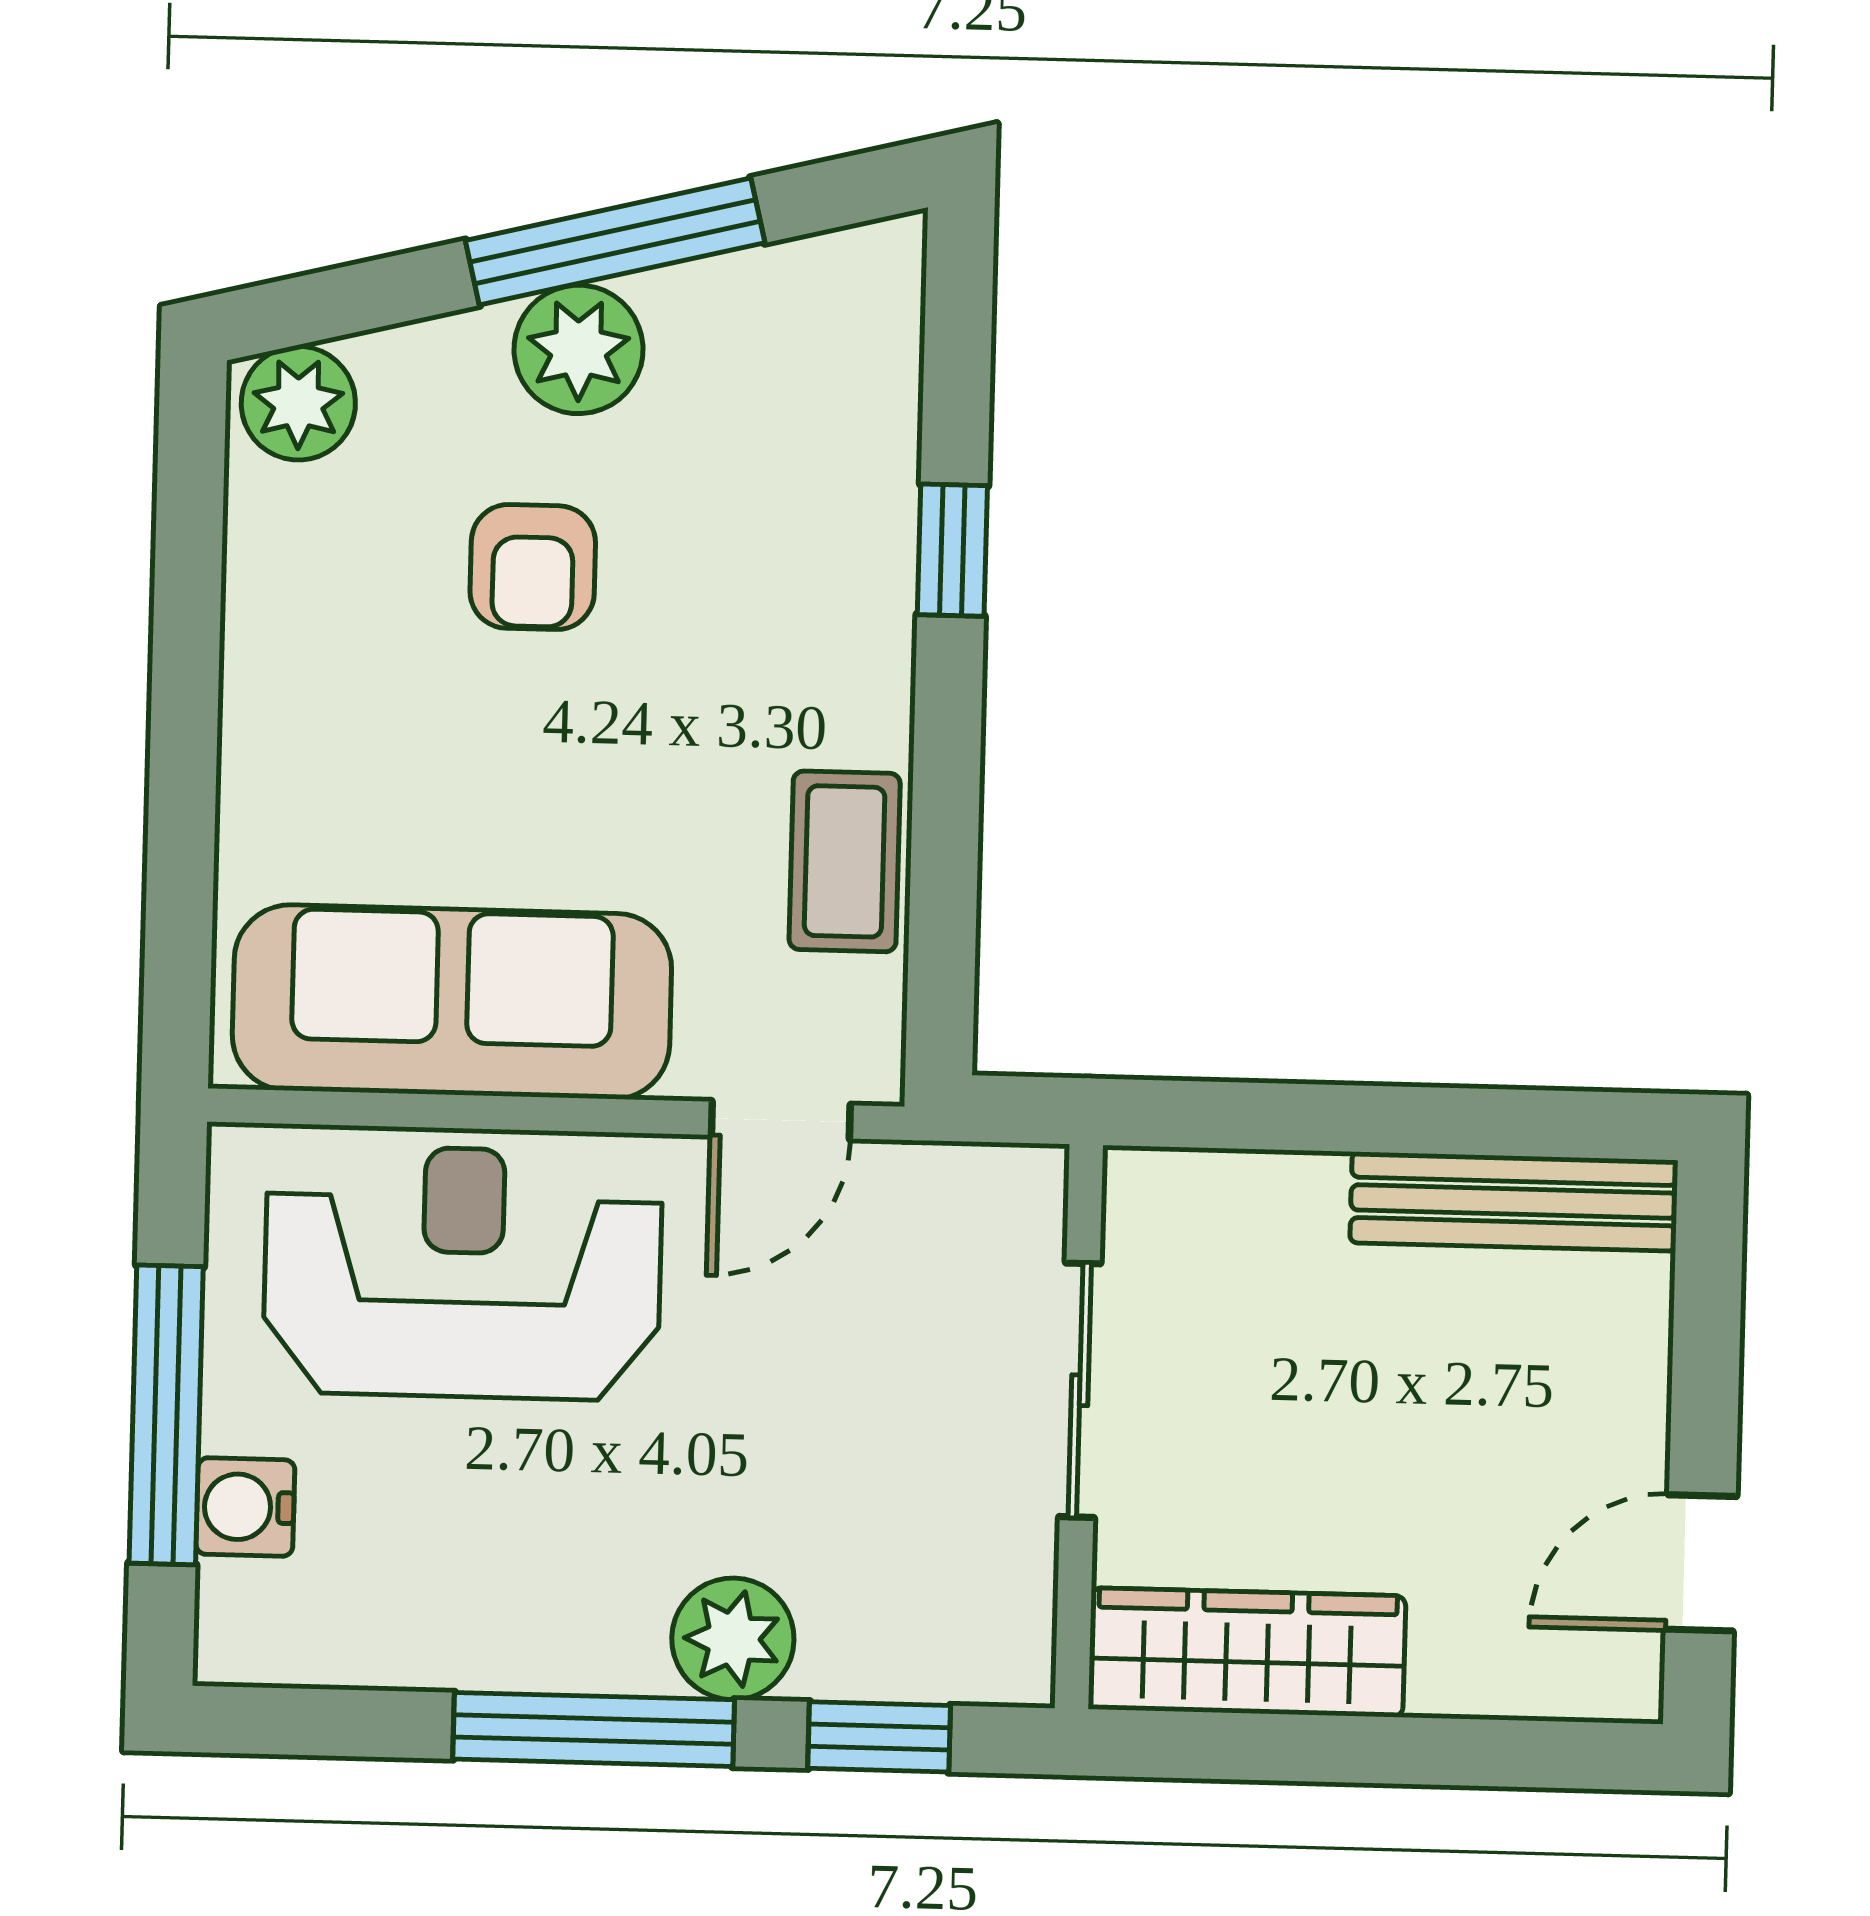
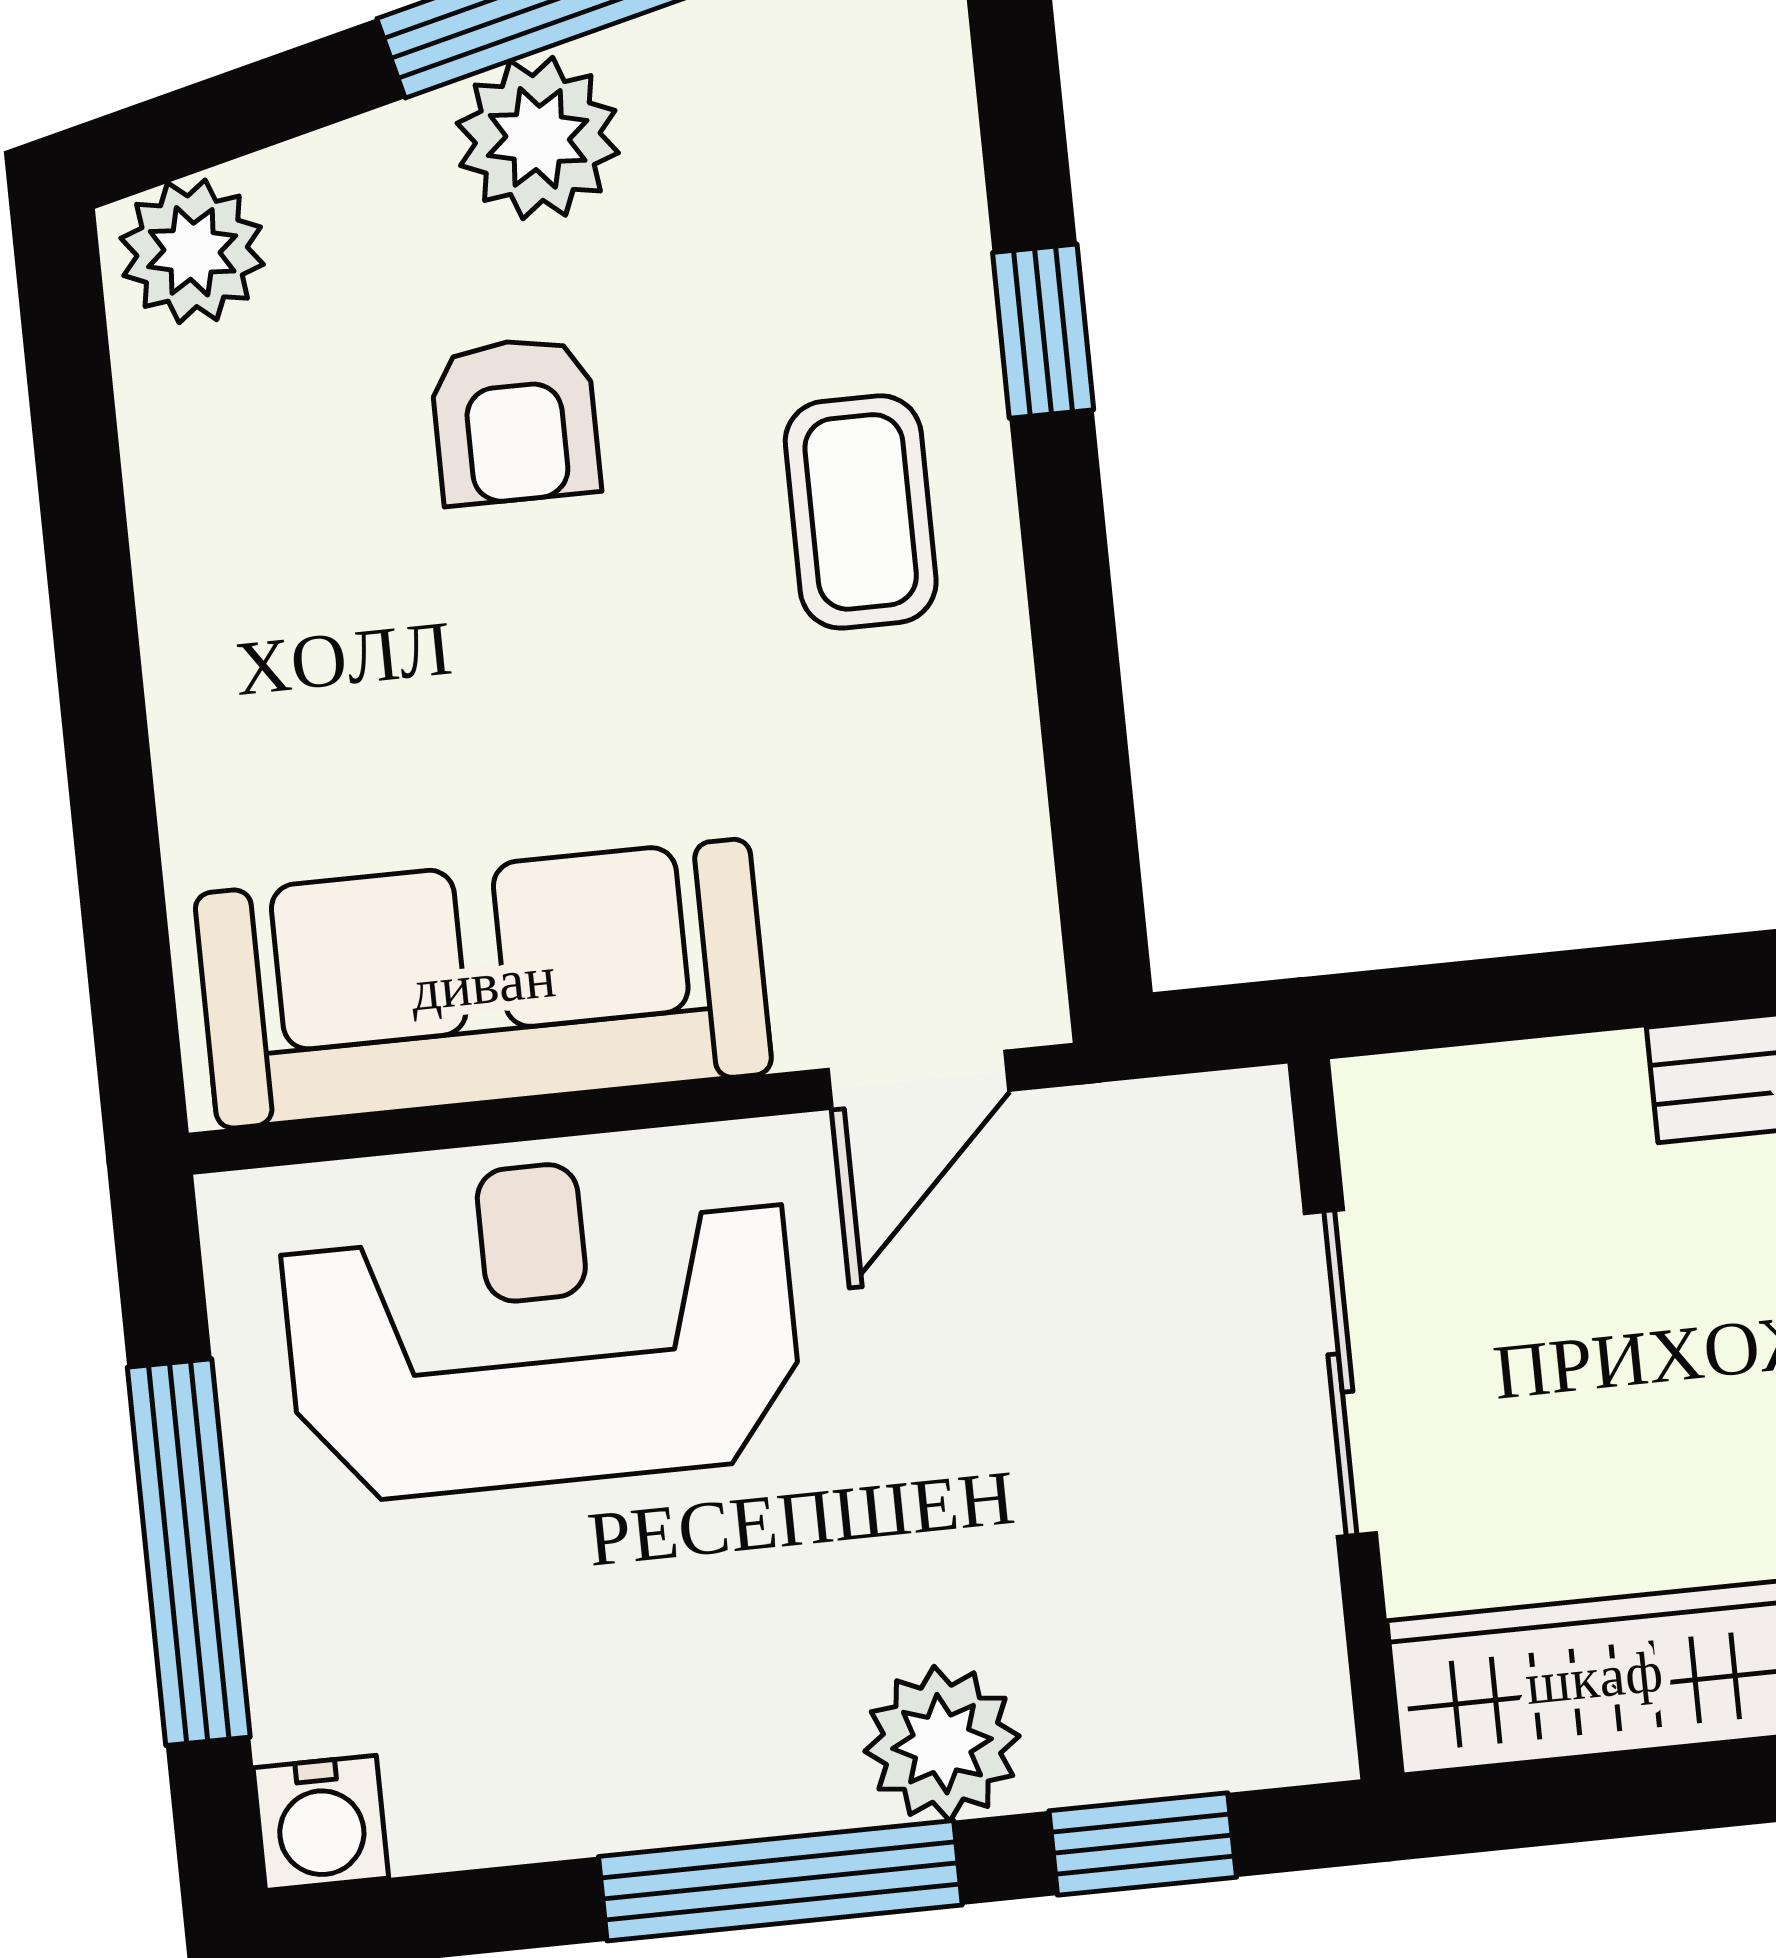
coffee table: (845, 861) -> (861, 512), moved
water cooler: (245, 1507) -> (321, 1823), moved, turned -90

